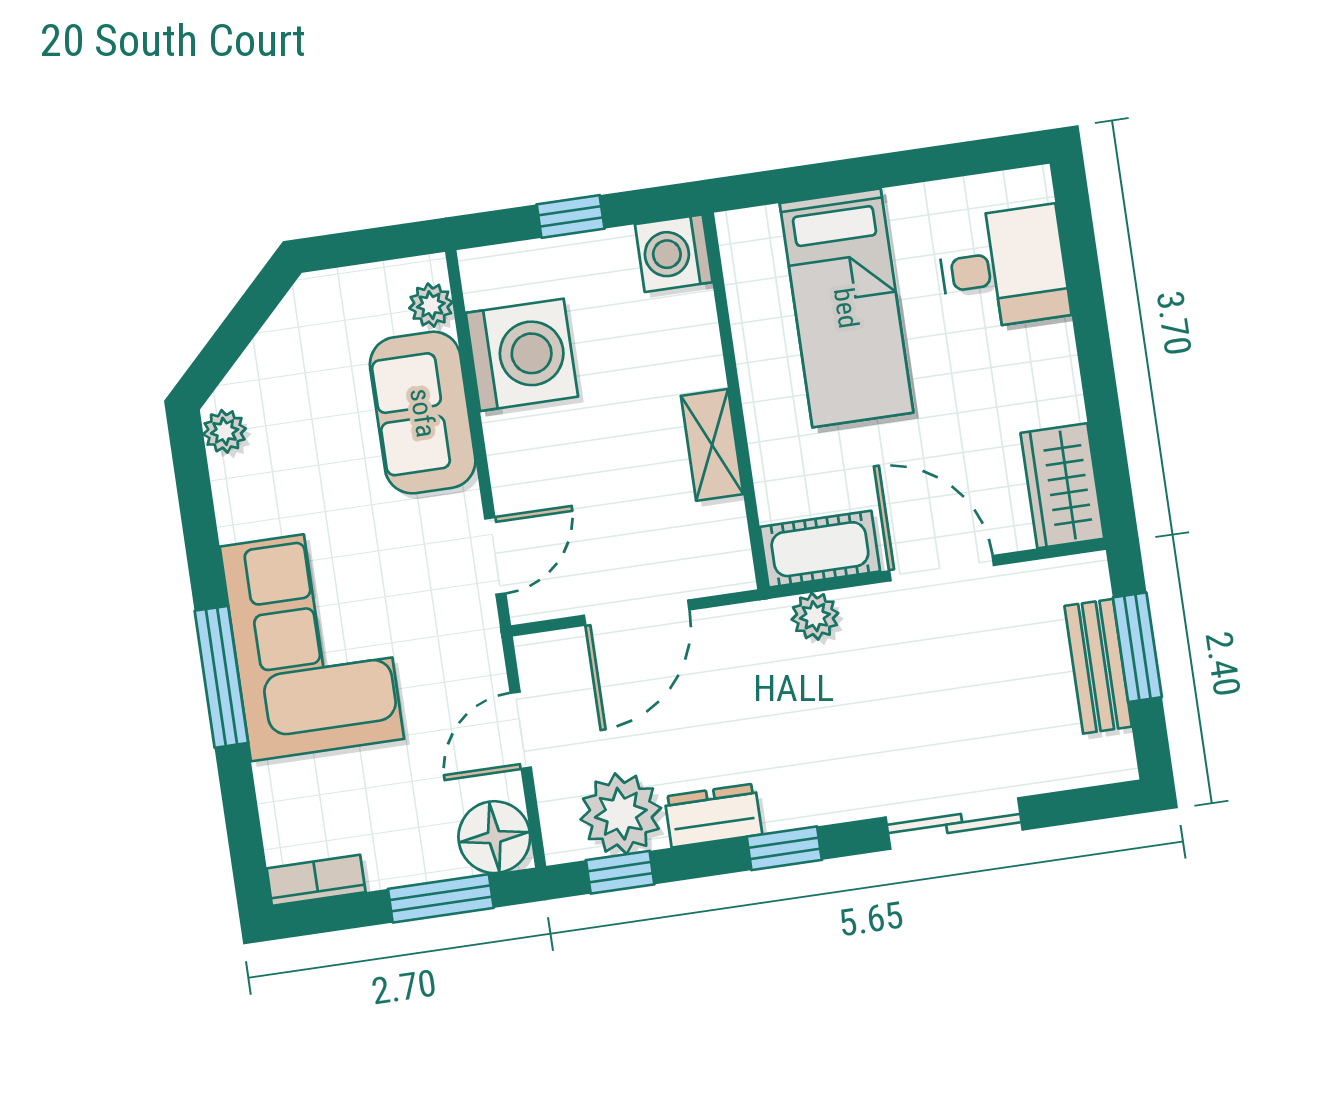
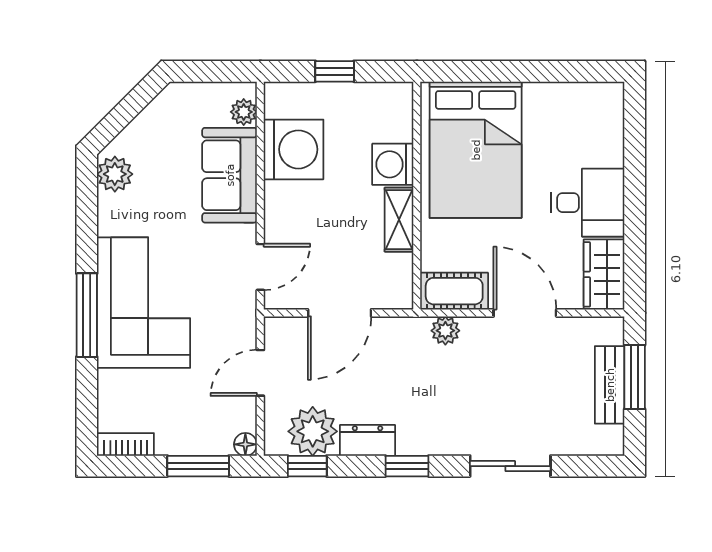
washing machine: (674, 253) -> (393, 164), moved
desk: (1003, 268) -> (588, 203), moved
bed: (846, 308) -> (476, 150), width x1.50
plant: (225, 431) -> (115, 174), width x1.38, depth x1.38
floor lamp: (494, 837) -> (245, 444), width x0.53, depth x0.53

